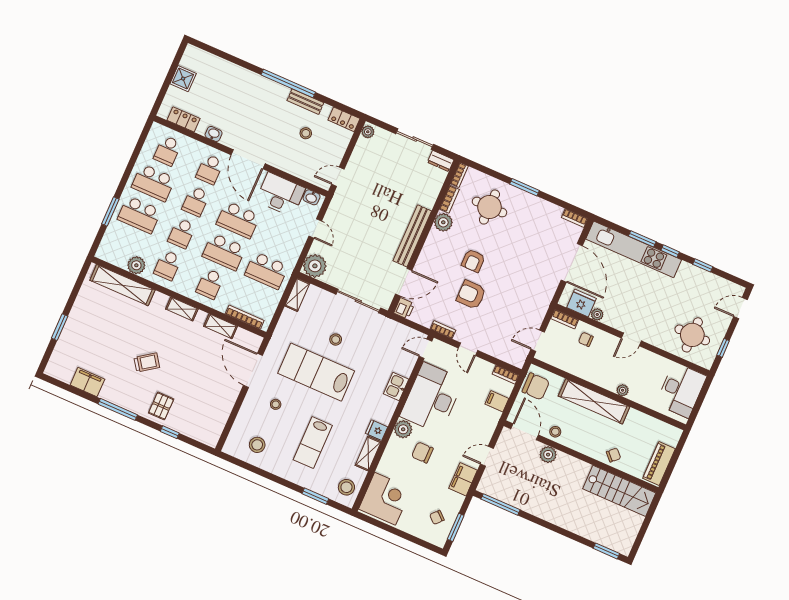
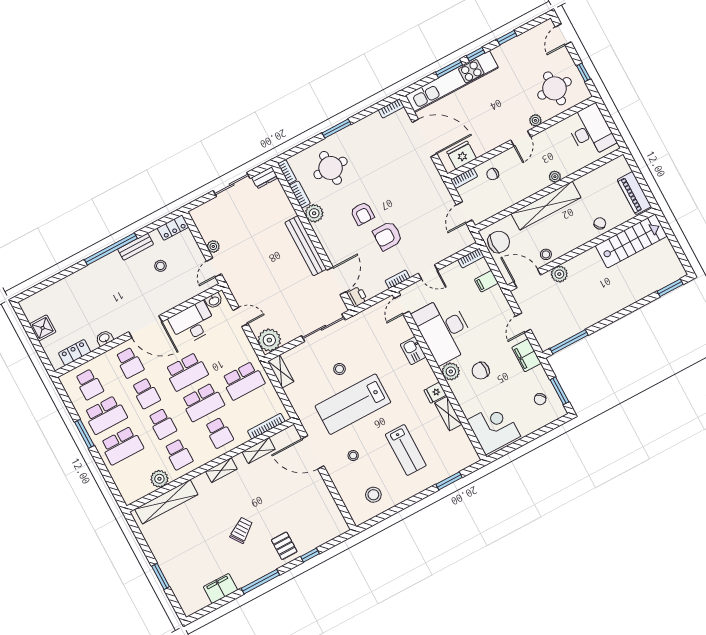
plant: (368, 132) -> (213, 246), moved
window: (110, 211) -> (84, 434), moved
plant: (597, 314) -> (535, 120), moved
stool: (346, 487) -> (461, 451), removed

